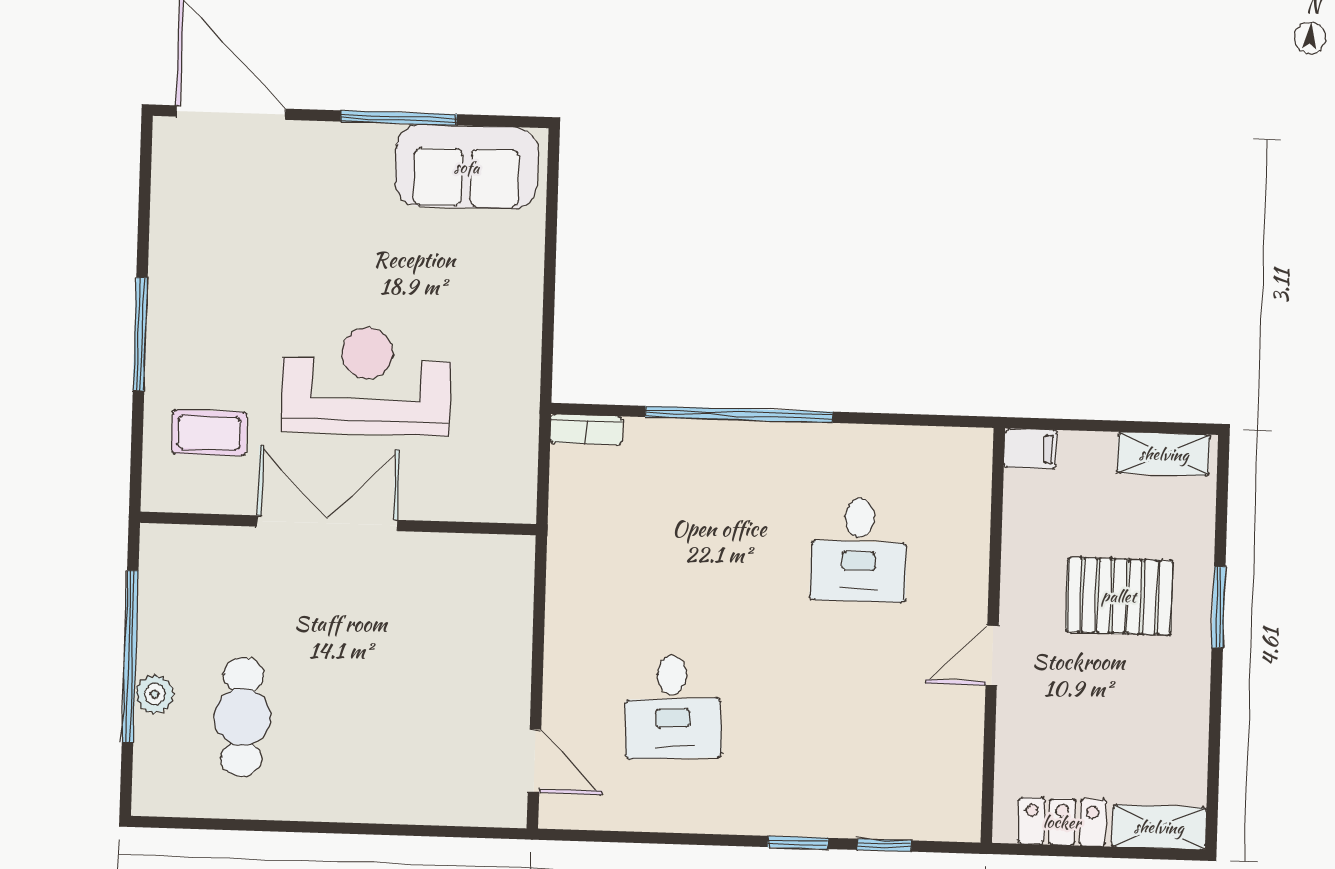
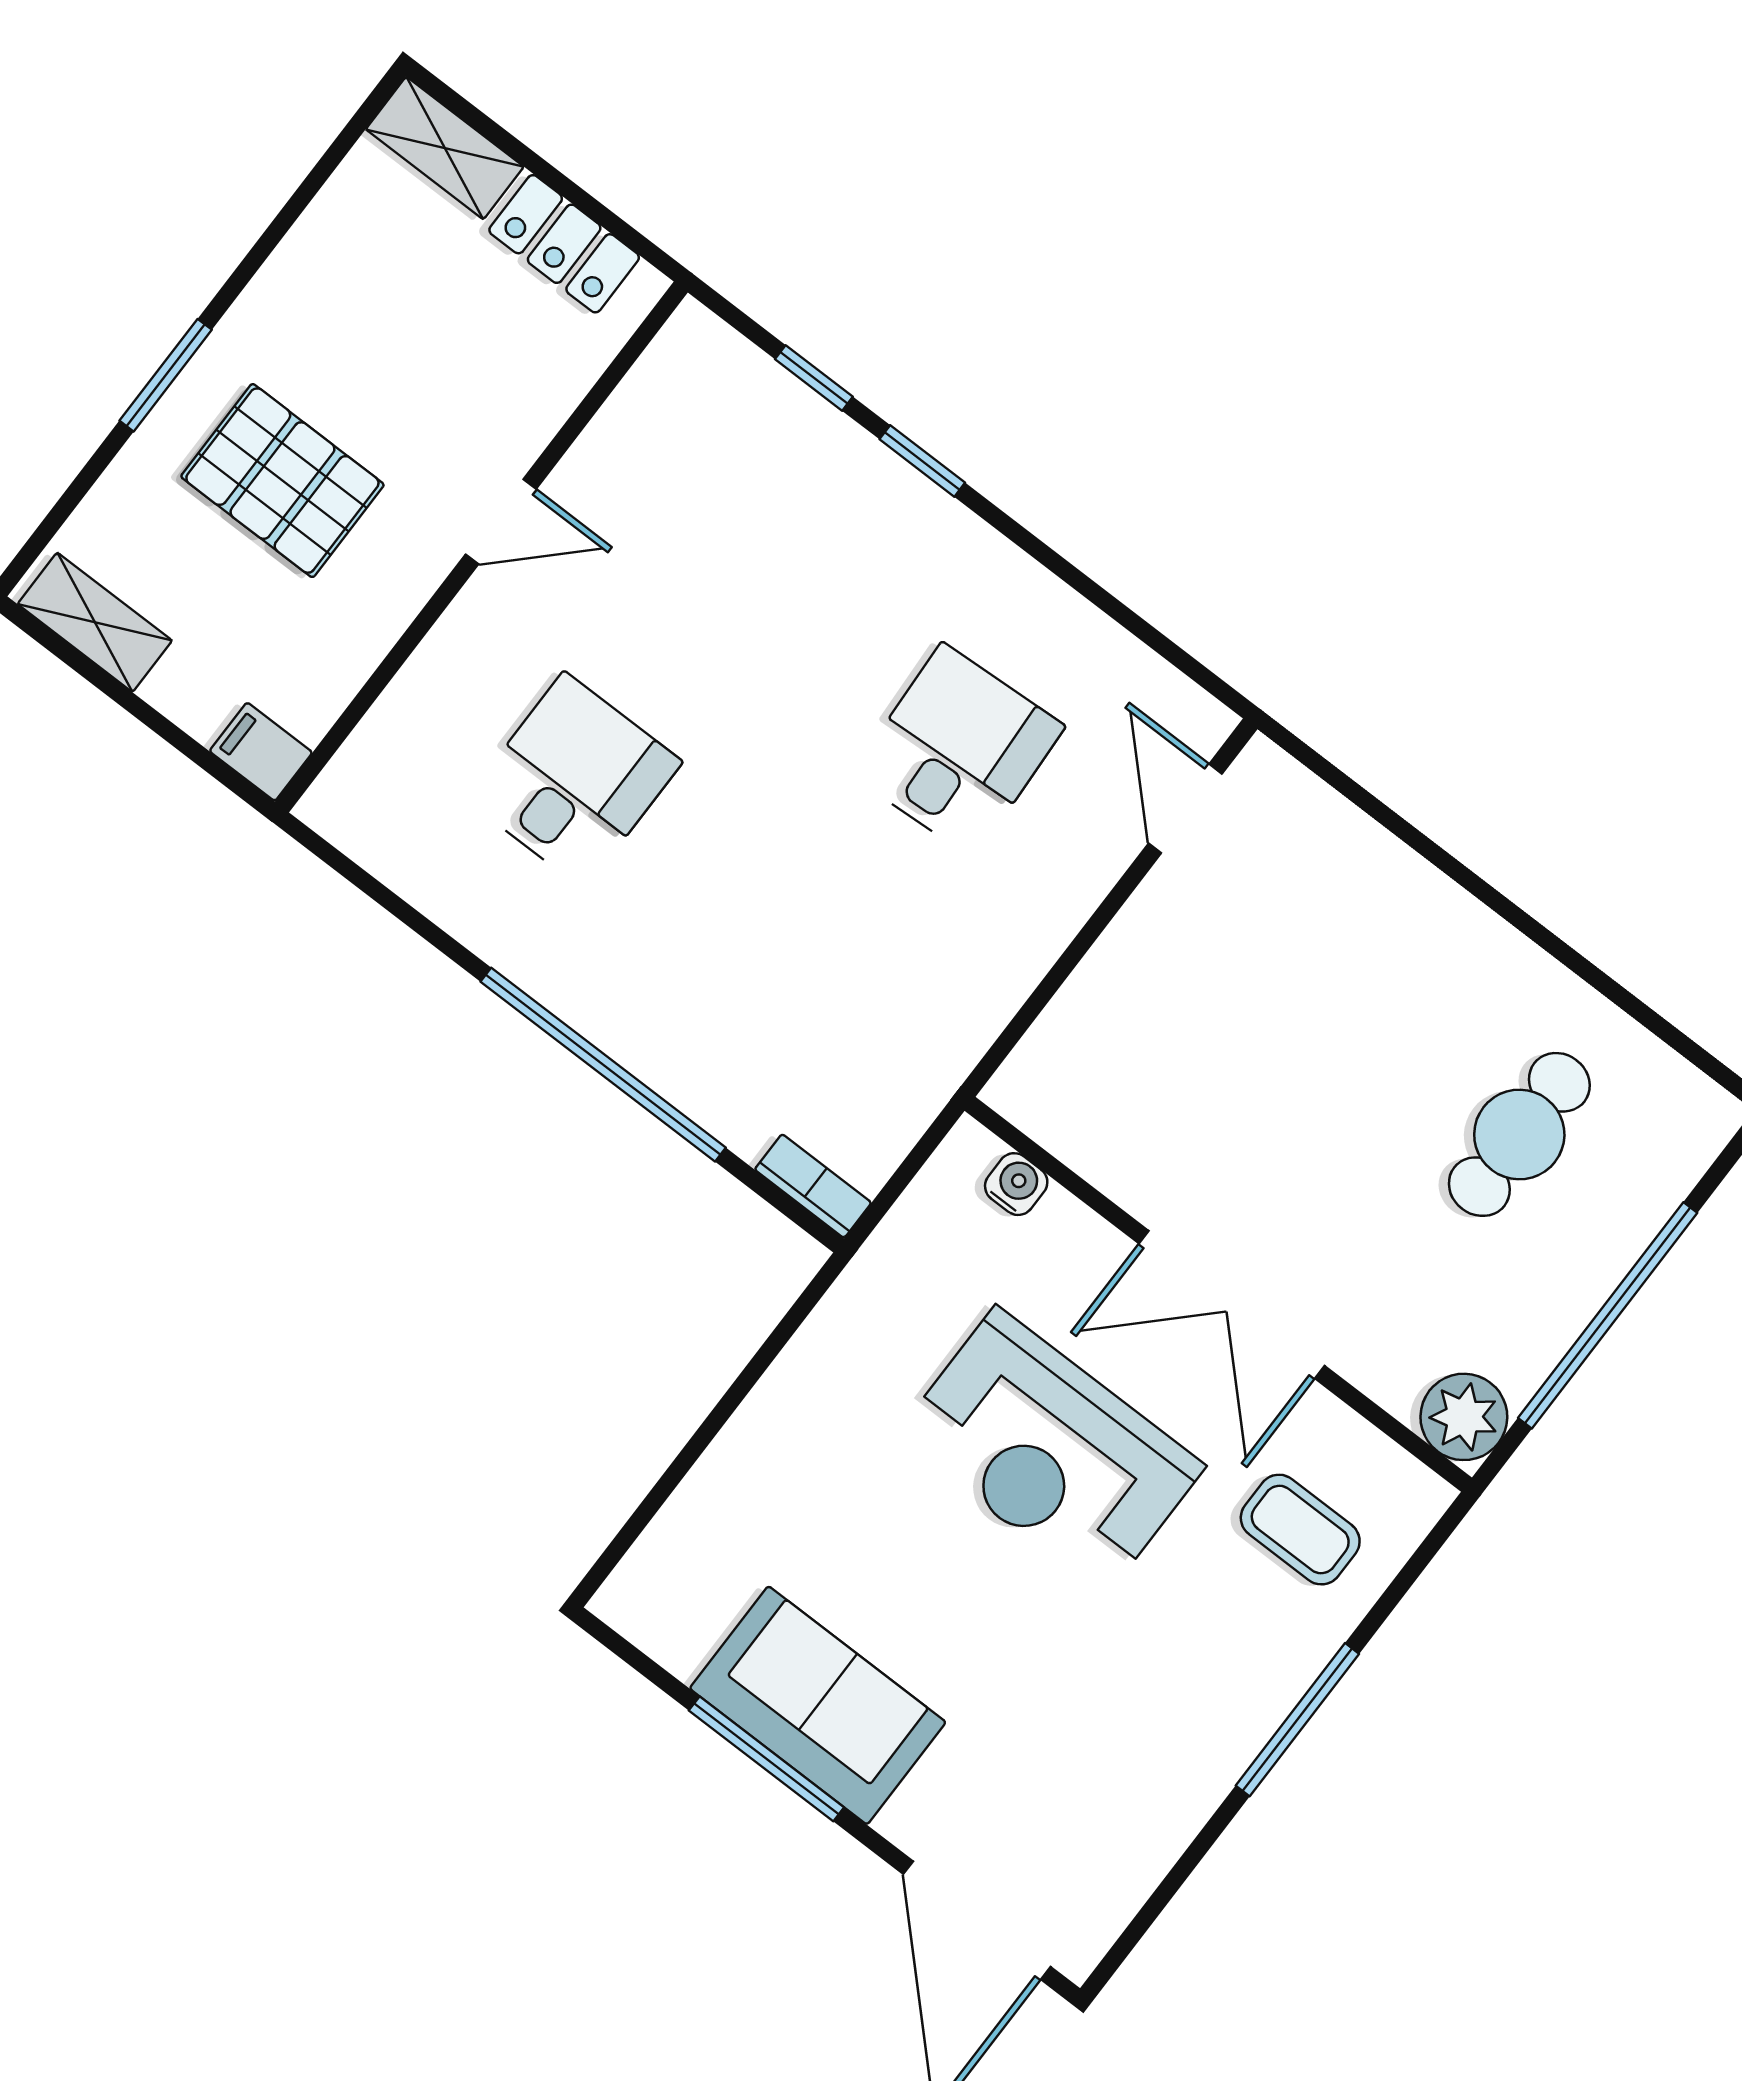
sofa: (467, 167) -> (818, 1705), moved
water cooler: (483, 506) -> (1016, 1184), added
plant: (155, 694) -> (1464, 1417), moved, width x1.38, depth x1.38

